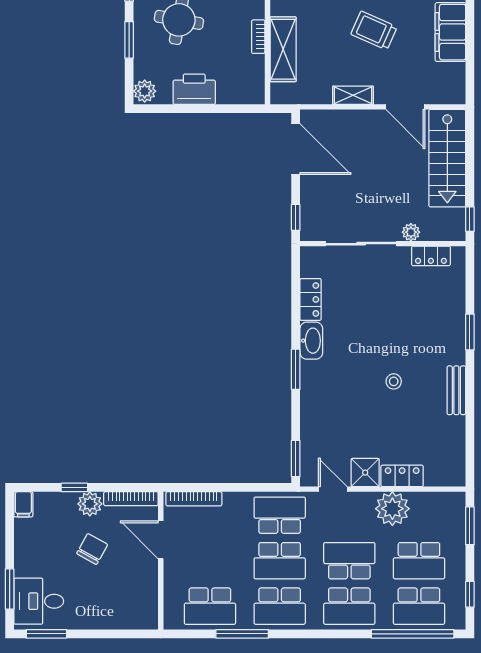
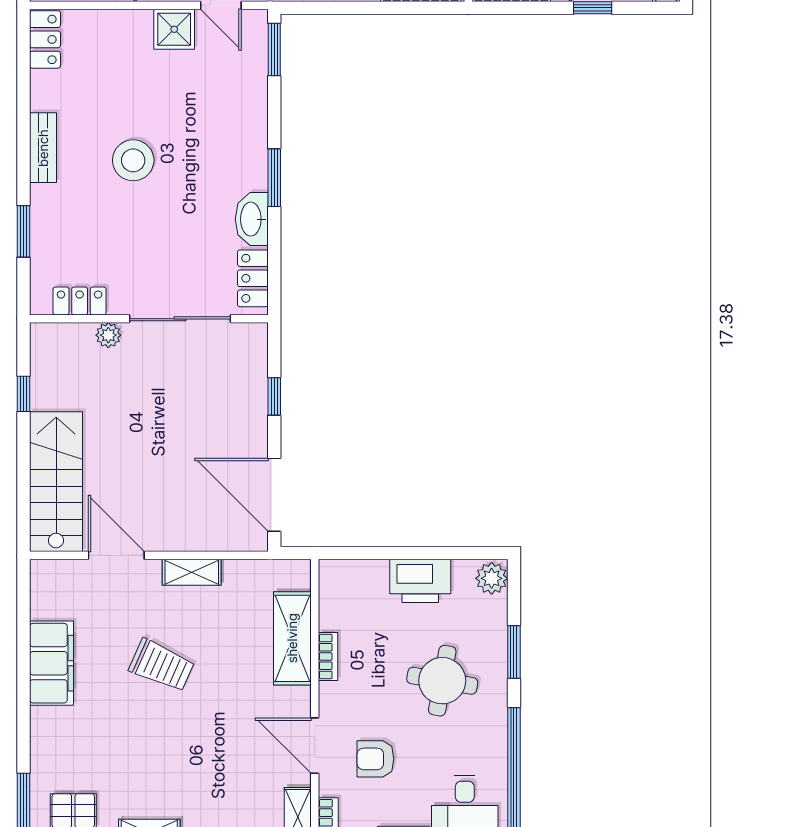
plant: (411, 232) -> (108, 335), moved
sliding door: (361, 244) -> (180, 319), moved
wall: (383, 244) -> (149, 319), moved
locker: (431, 256) -> (80, 301), moved
stool: (394, 381) -> (133, 160), width x1.89, depth x1.89
locker: (402, 476) -> (45, 39), moved, turned -90

